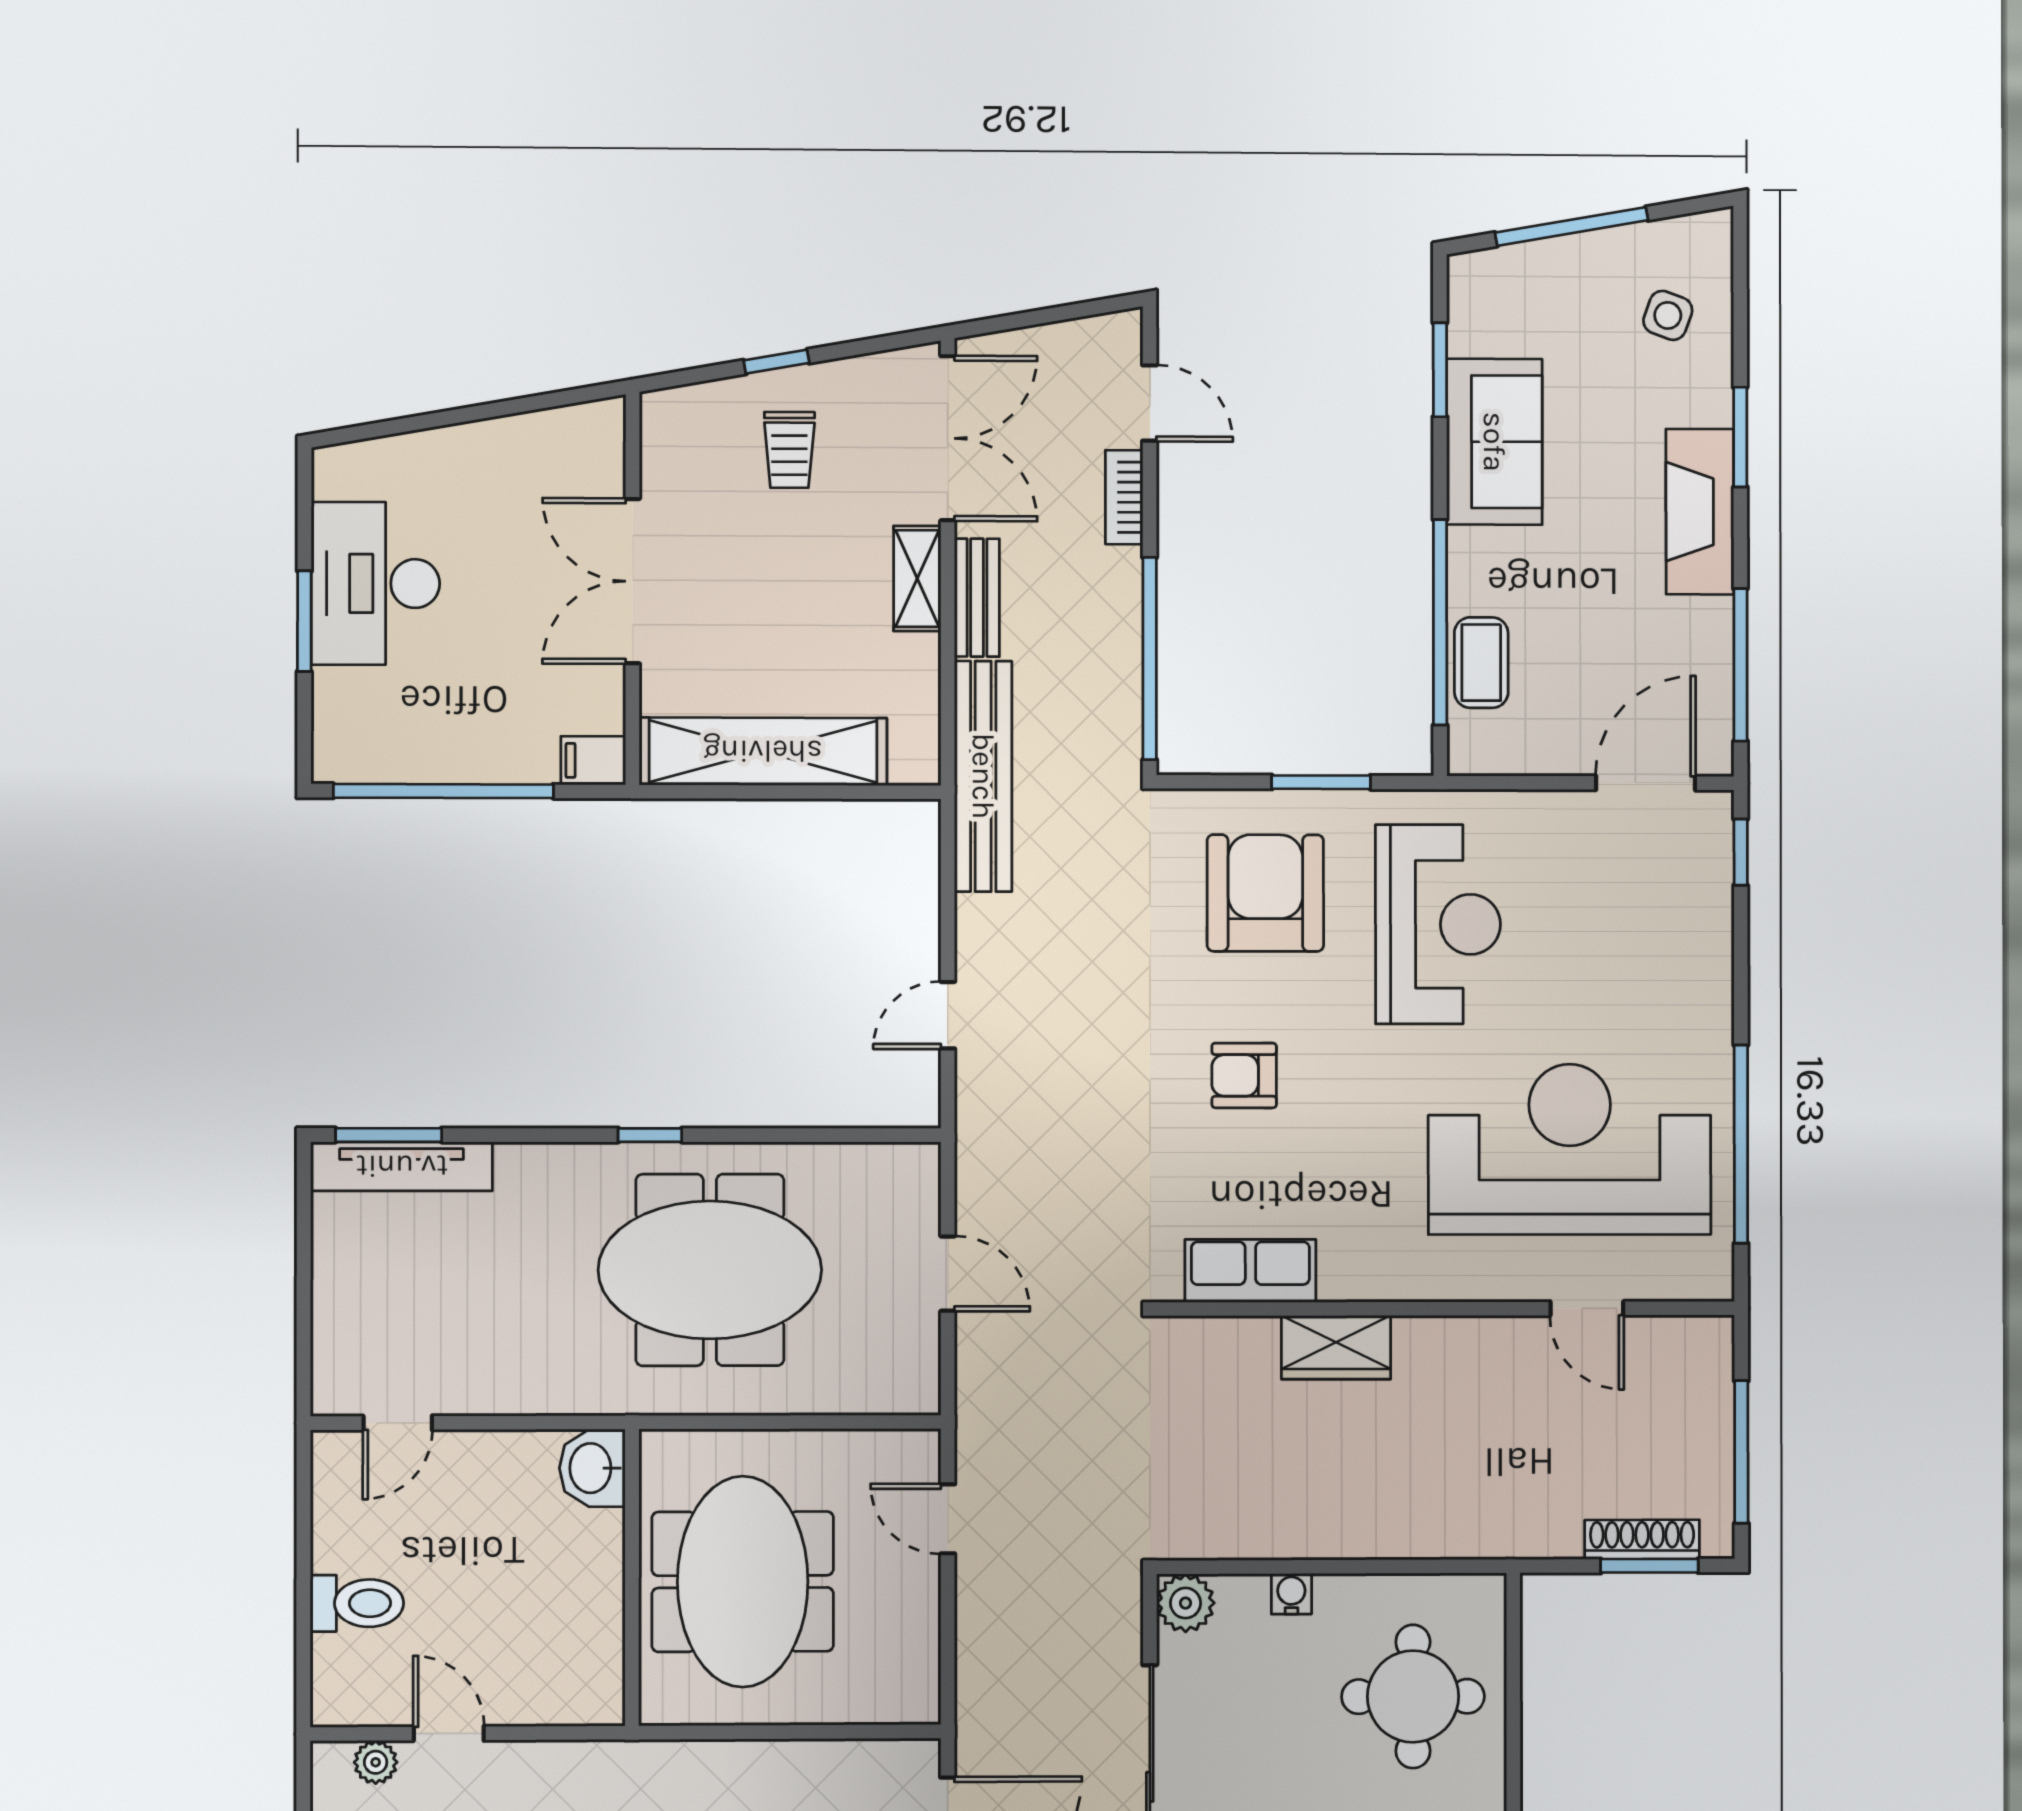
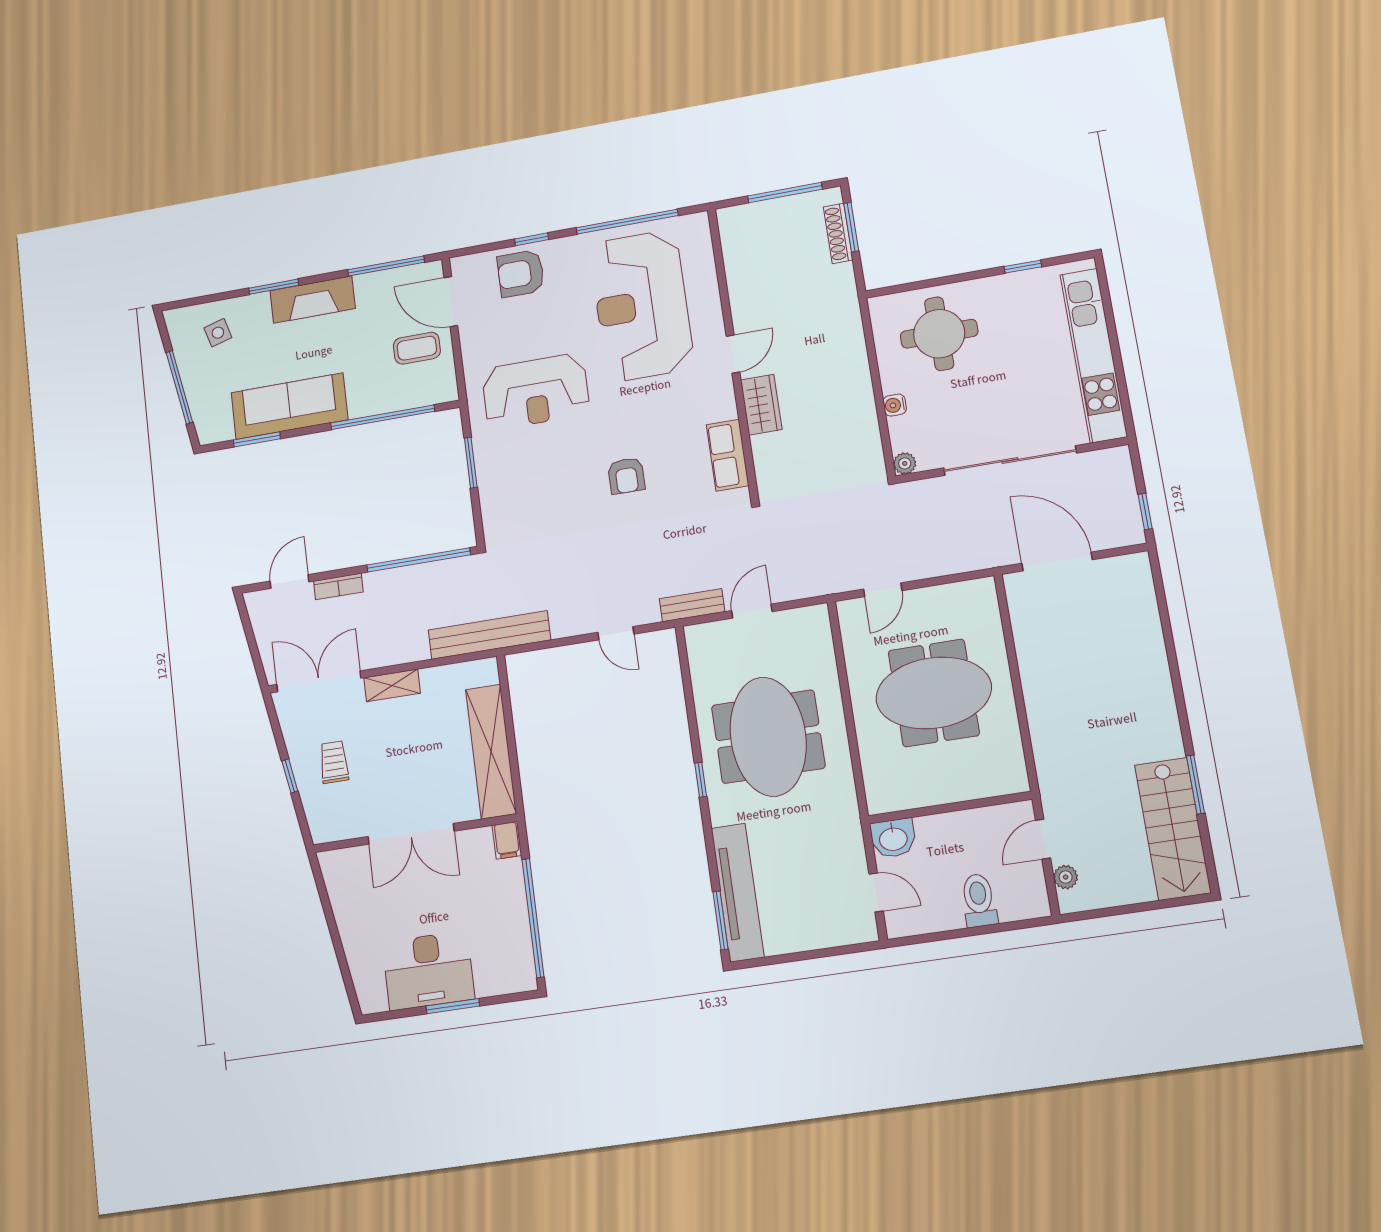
side table: (1668, 315) -> (218, 333), turned -36
sofa: (1494, 442) -> (289, 406), width x1.36
trolley: (789, 450) -> (334, 762), turned -90
bench: (977, 598) -> (692, 605), moved
coffee table: (1481, 663) -> (417, 348), moved
window: (1741, 852) -> (532, 239), moved
armchair: (1265, 893) -> (521, 273), moved, width x0.73, depth x0.73
reception desk: (1438, 924) -> (536, 391), turned 180
tv unit: (402, 1166) -> (738, 892), width x1.36, depth x1.29
door: (1587, 1308) -> (733, 354), moved
washbasin: (592, 1468) -> (893, 838), moved
wall: (632, 1578) -> (950, 808), moved
plant: (1185, 1603) -> (905, 463), width x0.73, depth x0.73

